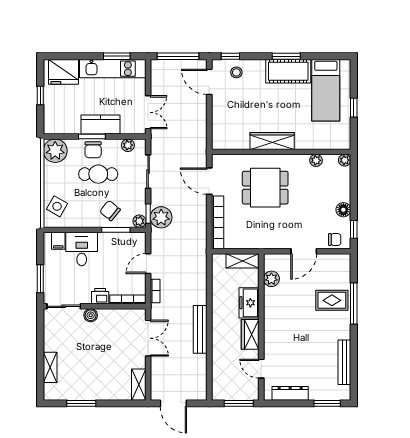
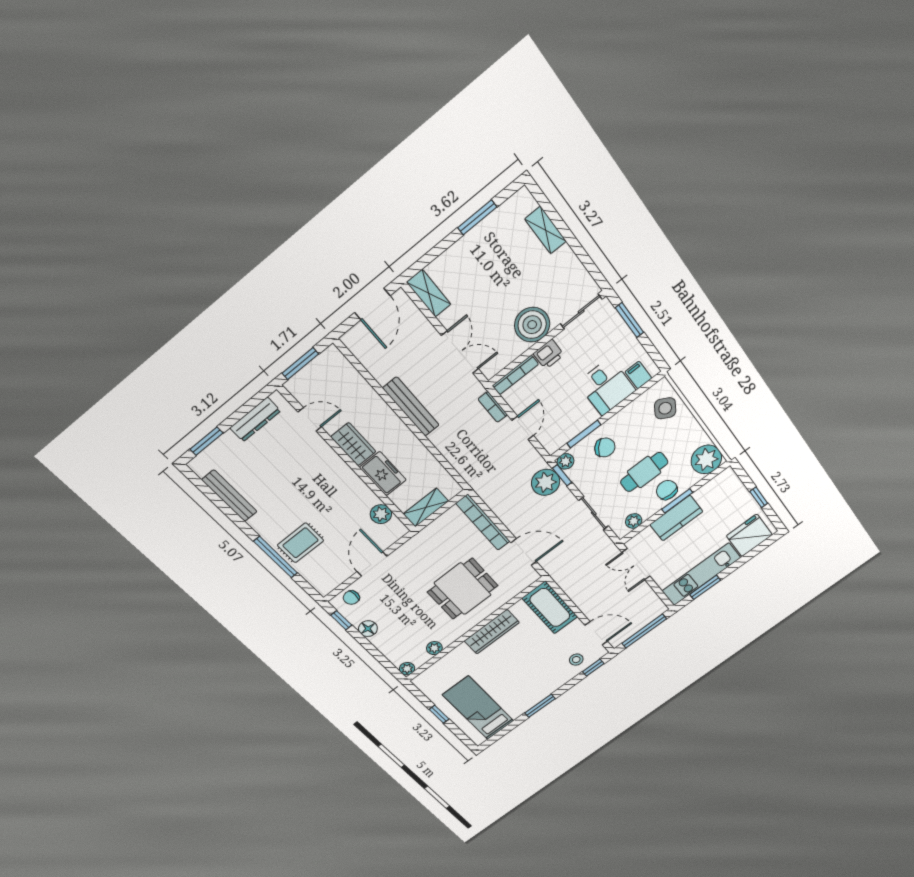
cot: (288, 71) -> (550, 608), moved, turned 90
boiler: (91, 315) -> (532, 325), width x1.86, depth x1.86
double door: (148, 338) -> (460, 352), swing flipped
door: (173, 403) -> (372, 304), swing flipped

